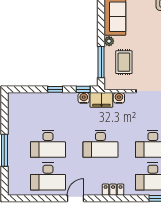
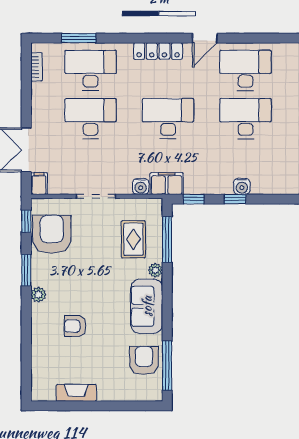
water cooler: (84, 98) -> (242, 186), moved
locker: (113, 190) -> (158, 51), width x1.53

